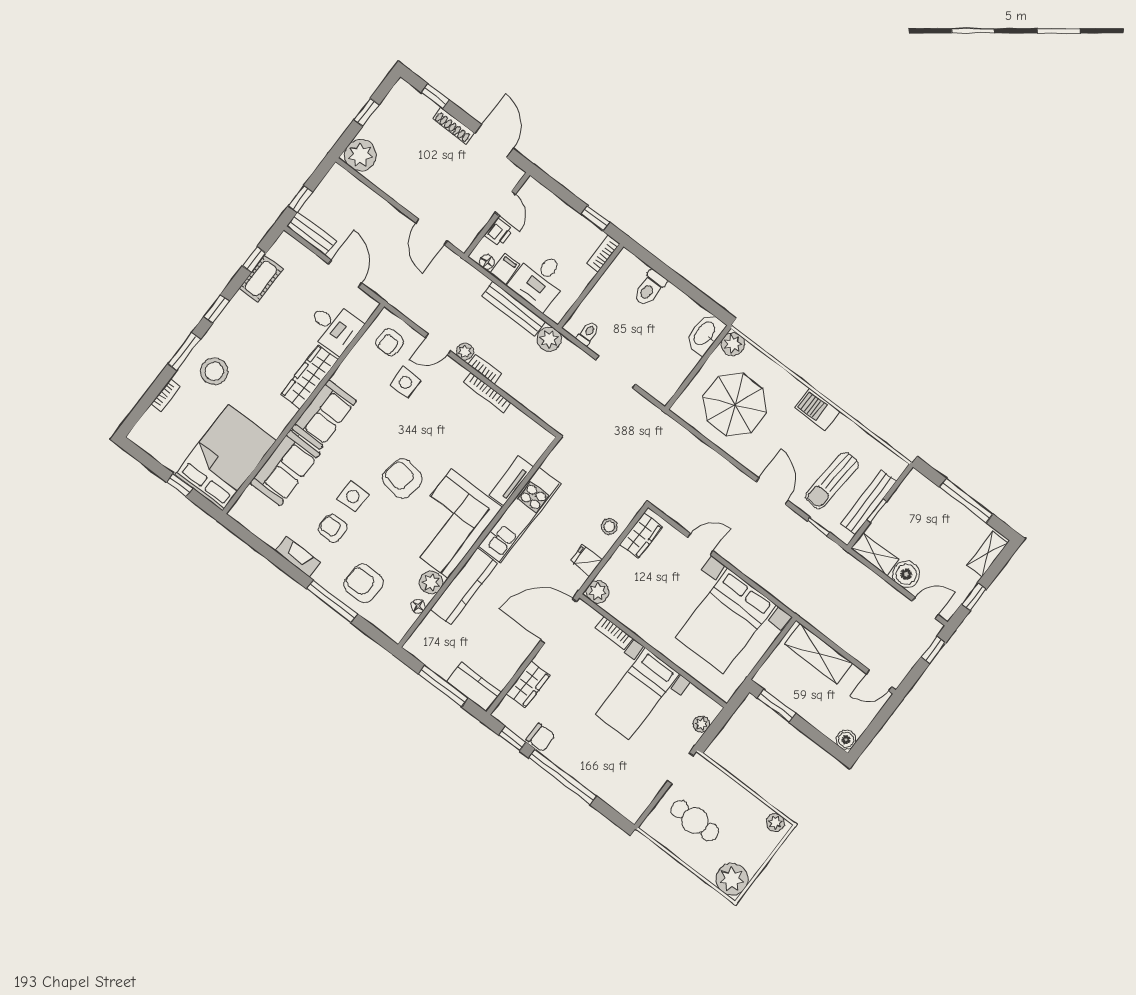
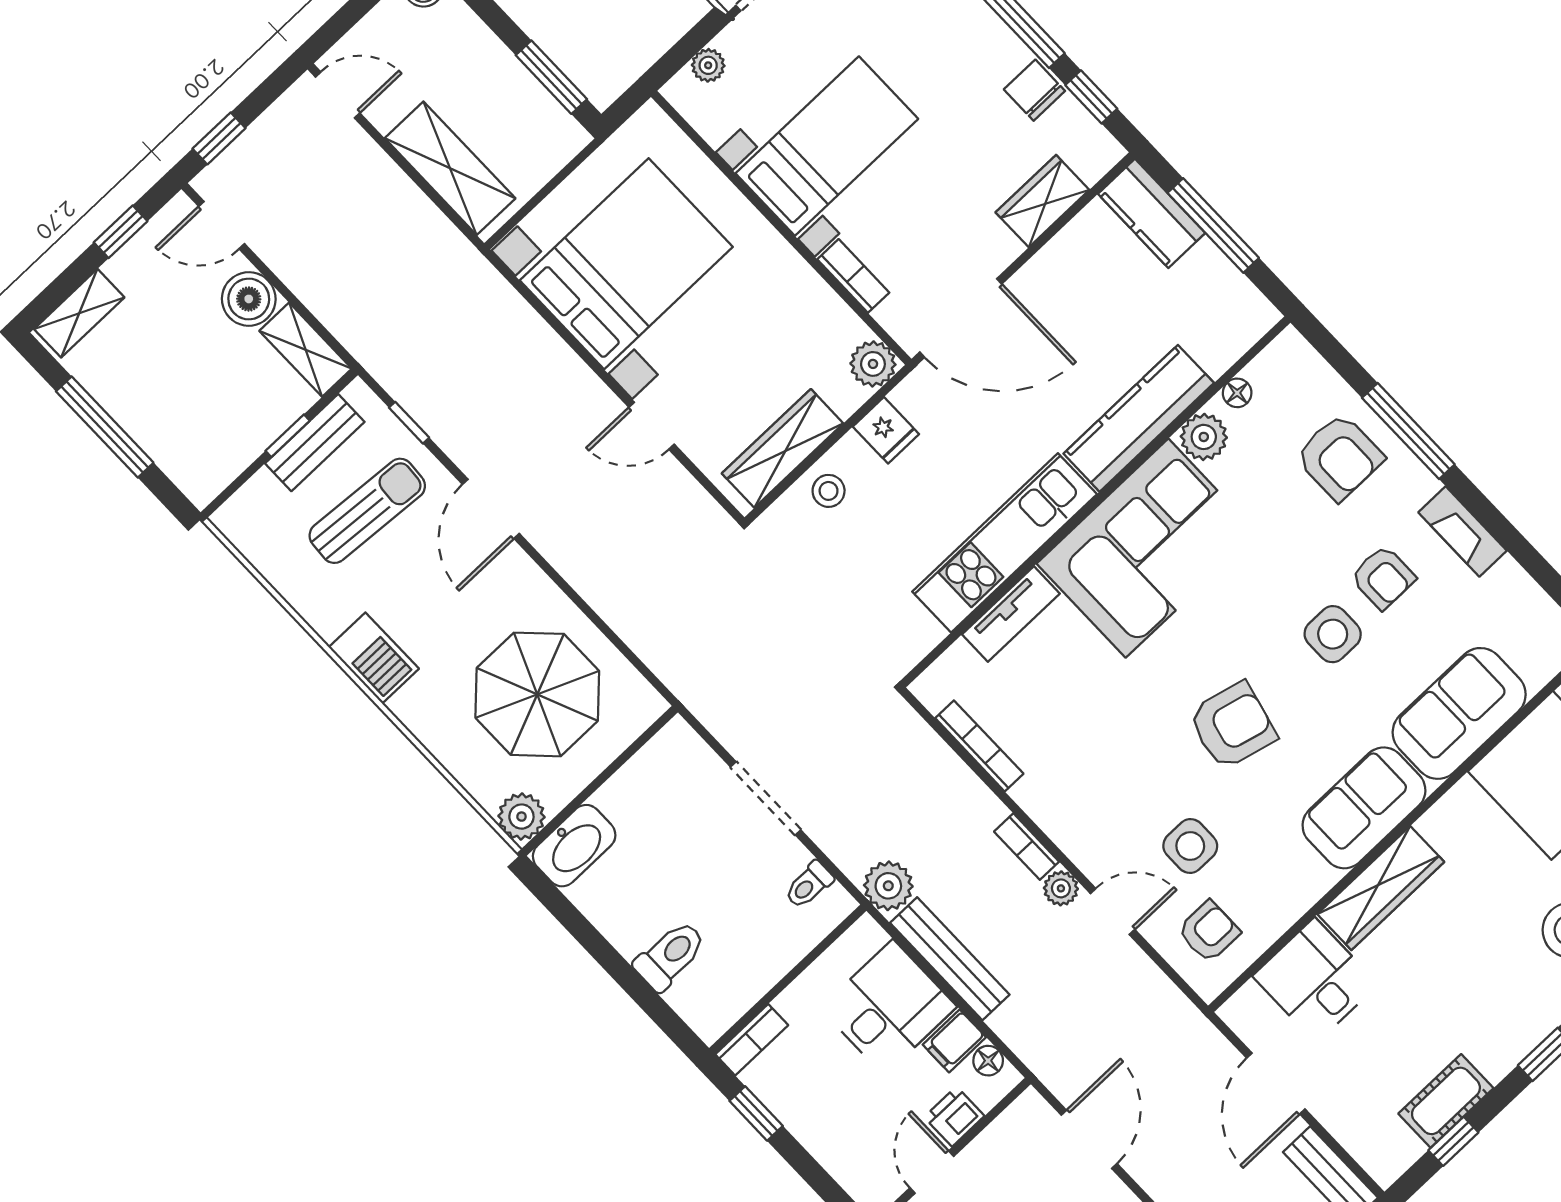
bookcase: (487, 393) -> (979, 746), moved
armchair: (402, 479) -> (1232, 726), moved, turned -86
bench: (868, 502) -> (315, 443), width x0.73
wardrobe: (641, 536) -> (783, 448), width x1.50

